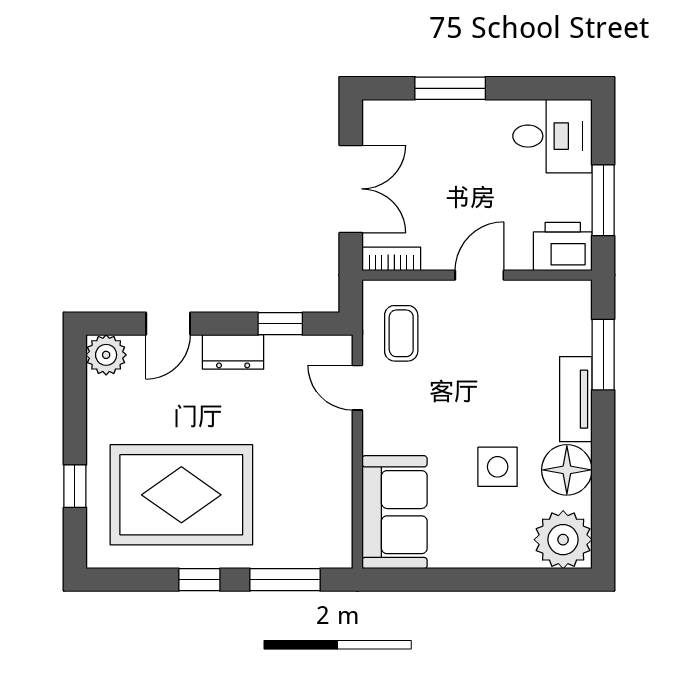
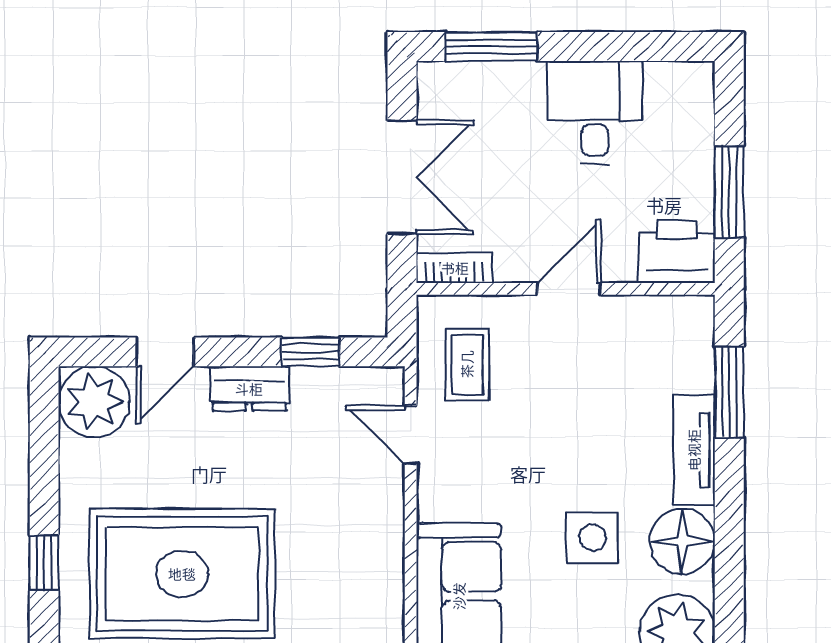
window: (450, 88) -> (492, 47), moved
desk: (552, 136) -> (595, 112), moved, turned -90
plant: (106, 355) -> (94, 402), width x1.36, depth x1.36

